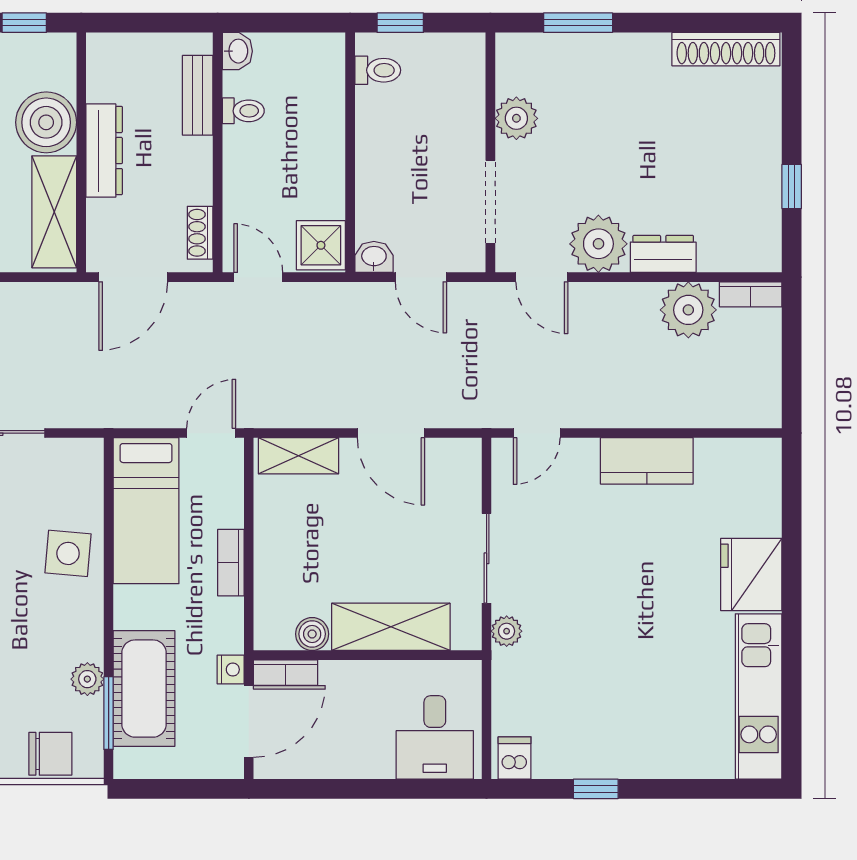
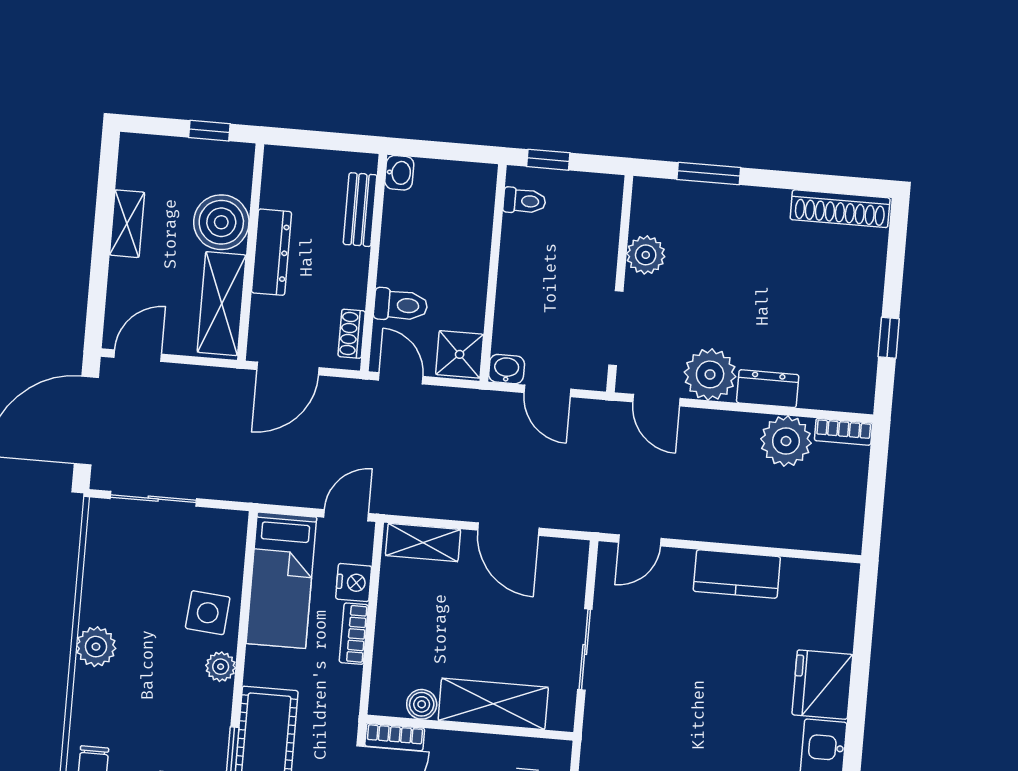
toilet: (243, 111) -> (401, 305), moved, width x1.37, depth x1.39
plant: (507, 631) -> (597, 717), removed
nightstand: (231, 670) -> (354, 583), moved, width x1.39, depth x1.35
plant: (87, 679) -> (221, 667), moved

